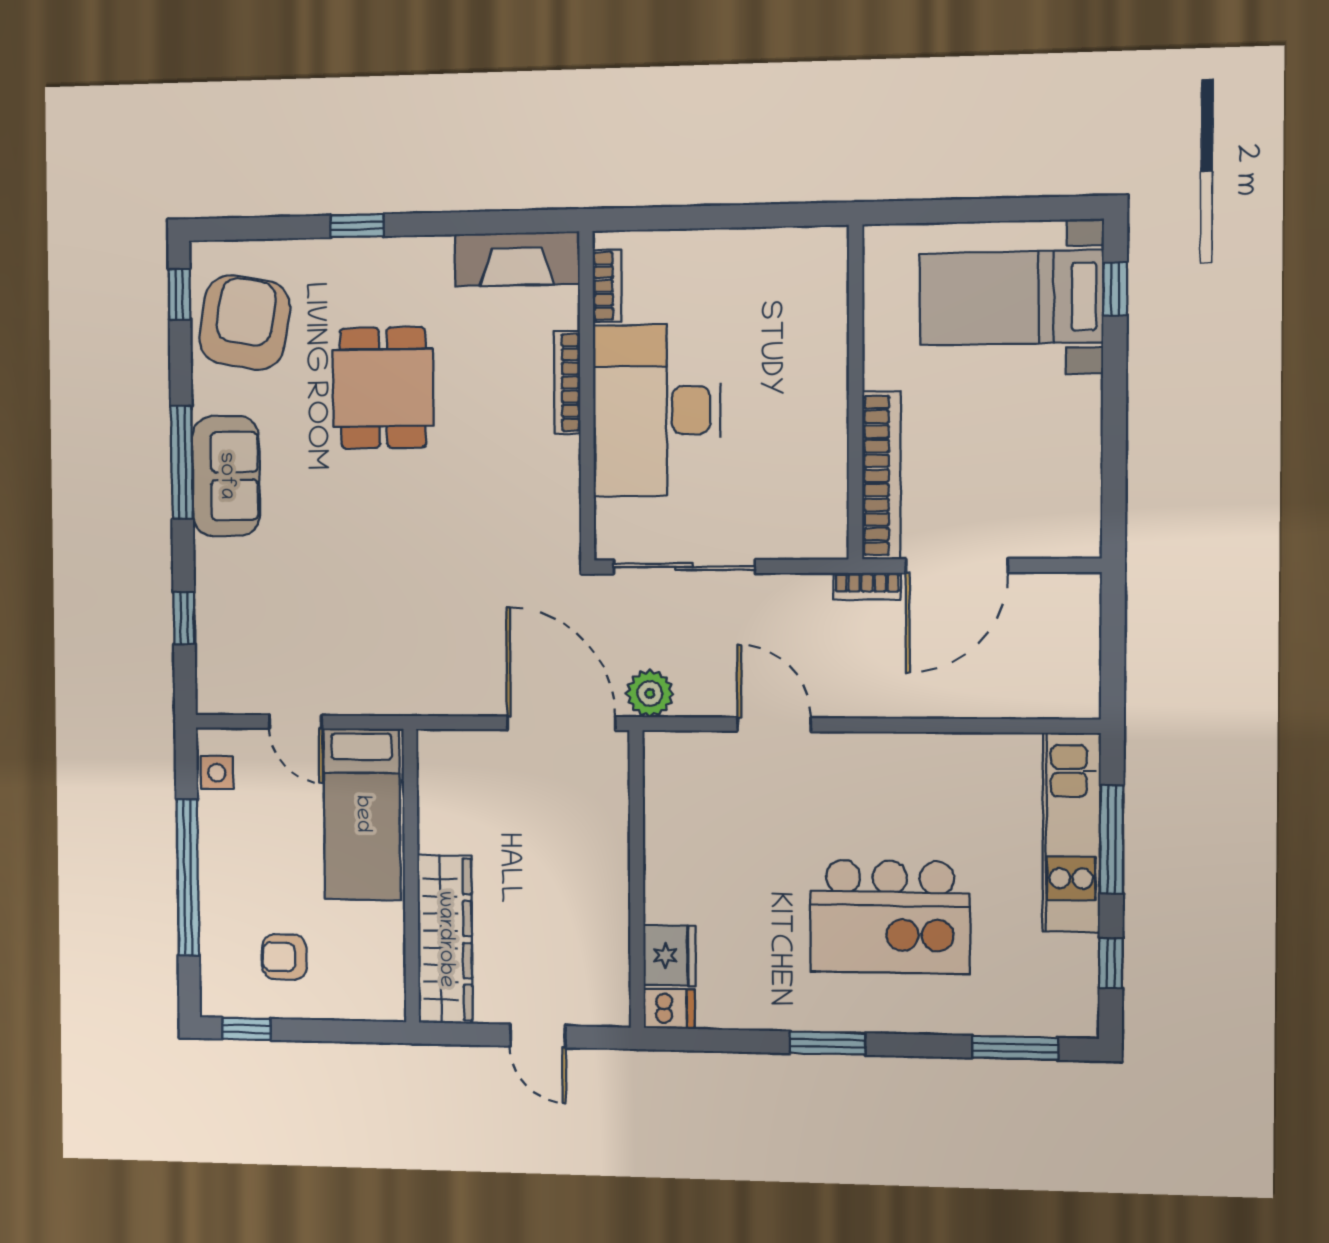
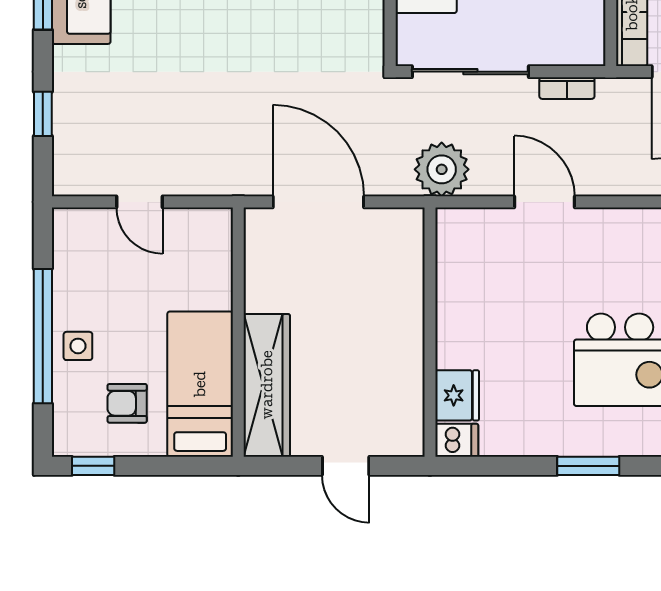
bookcase: (867, 586) -> (567, 88), moved
plant: (650, 693) -> (442, 169), width x1.36, depth x1.36
door: (561, 723) -> (318, 202), moved
side table: (217, 772) -> (78, 346), moved
bed: (362, 814) -> (200, 384), moved, turned 180

